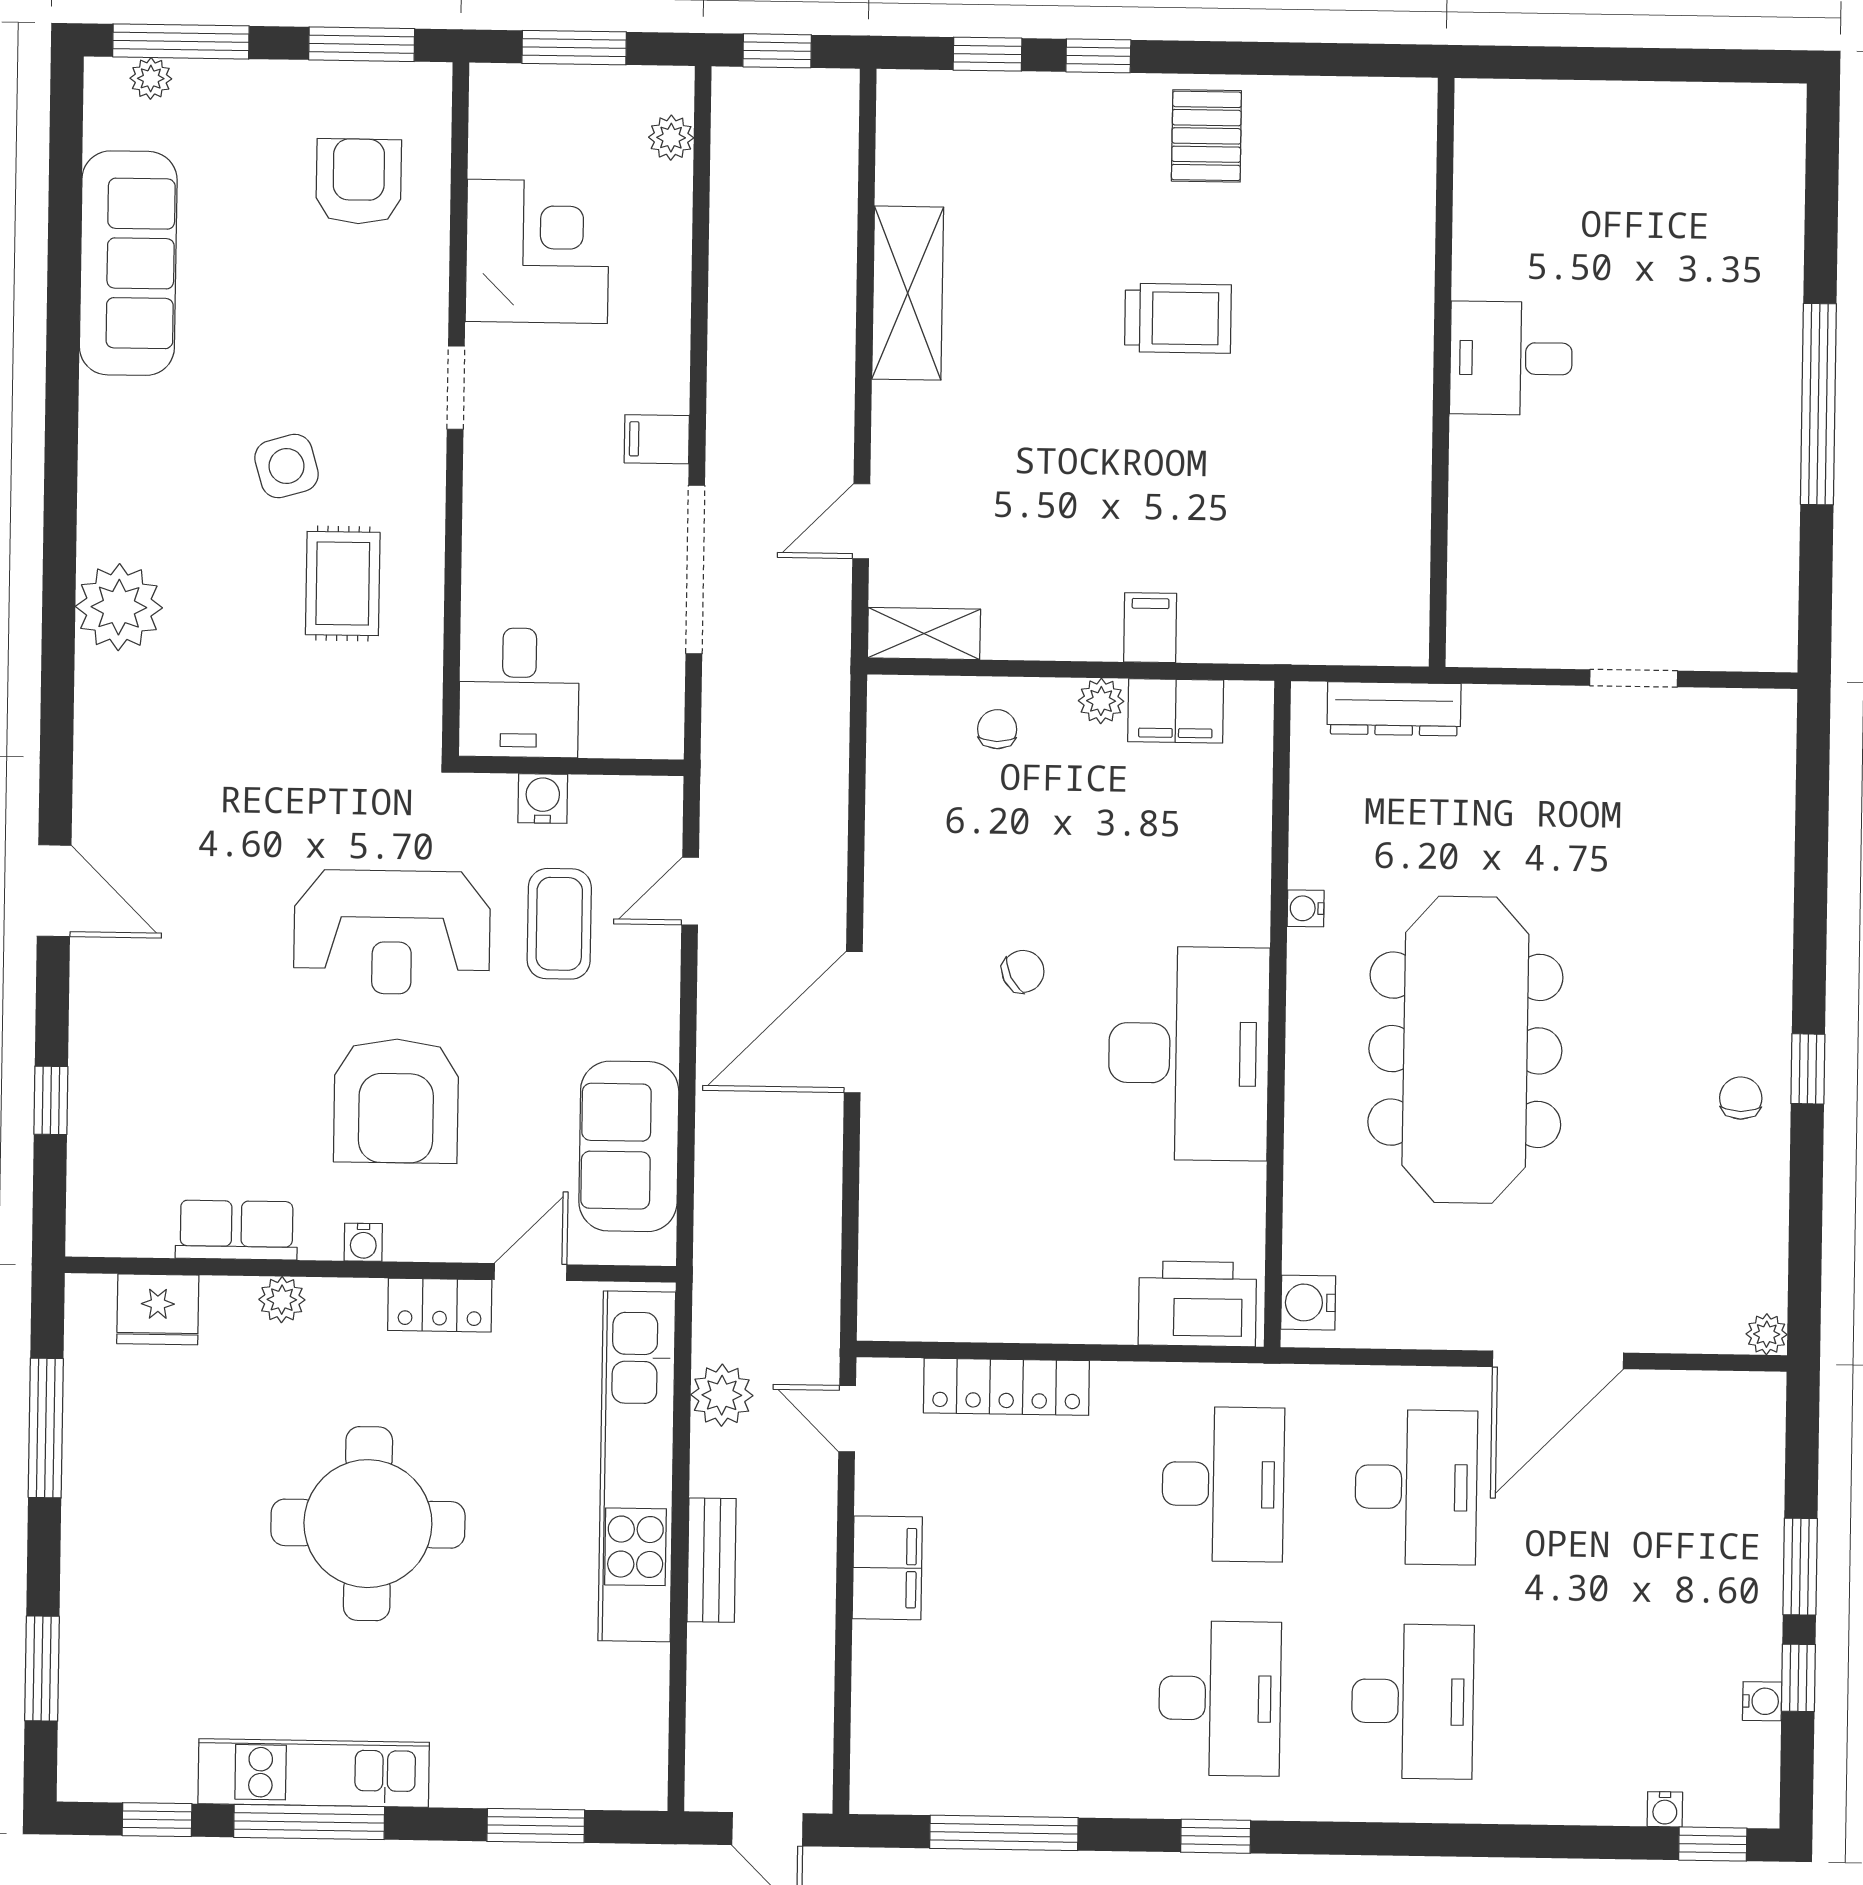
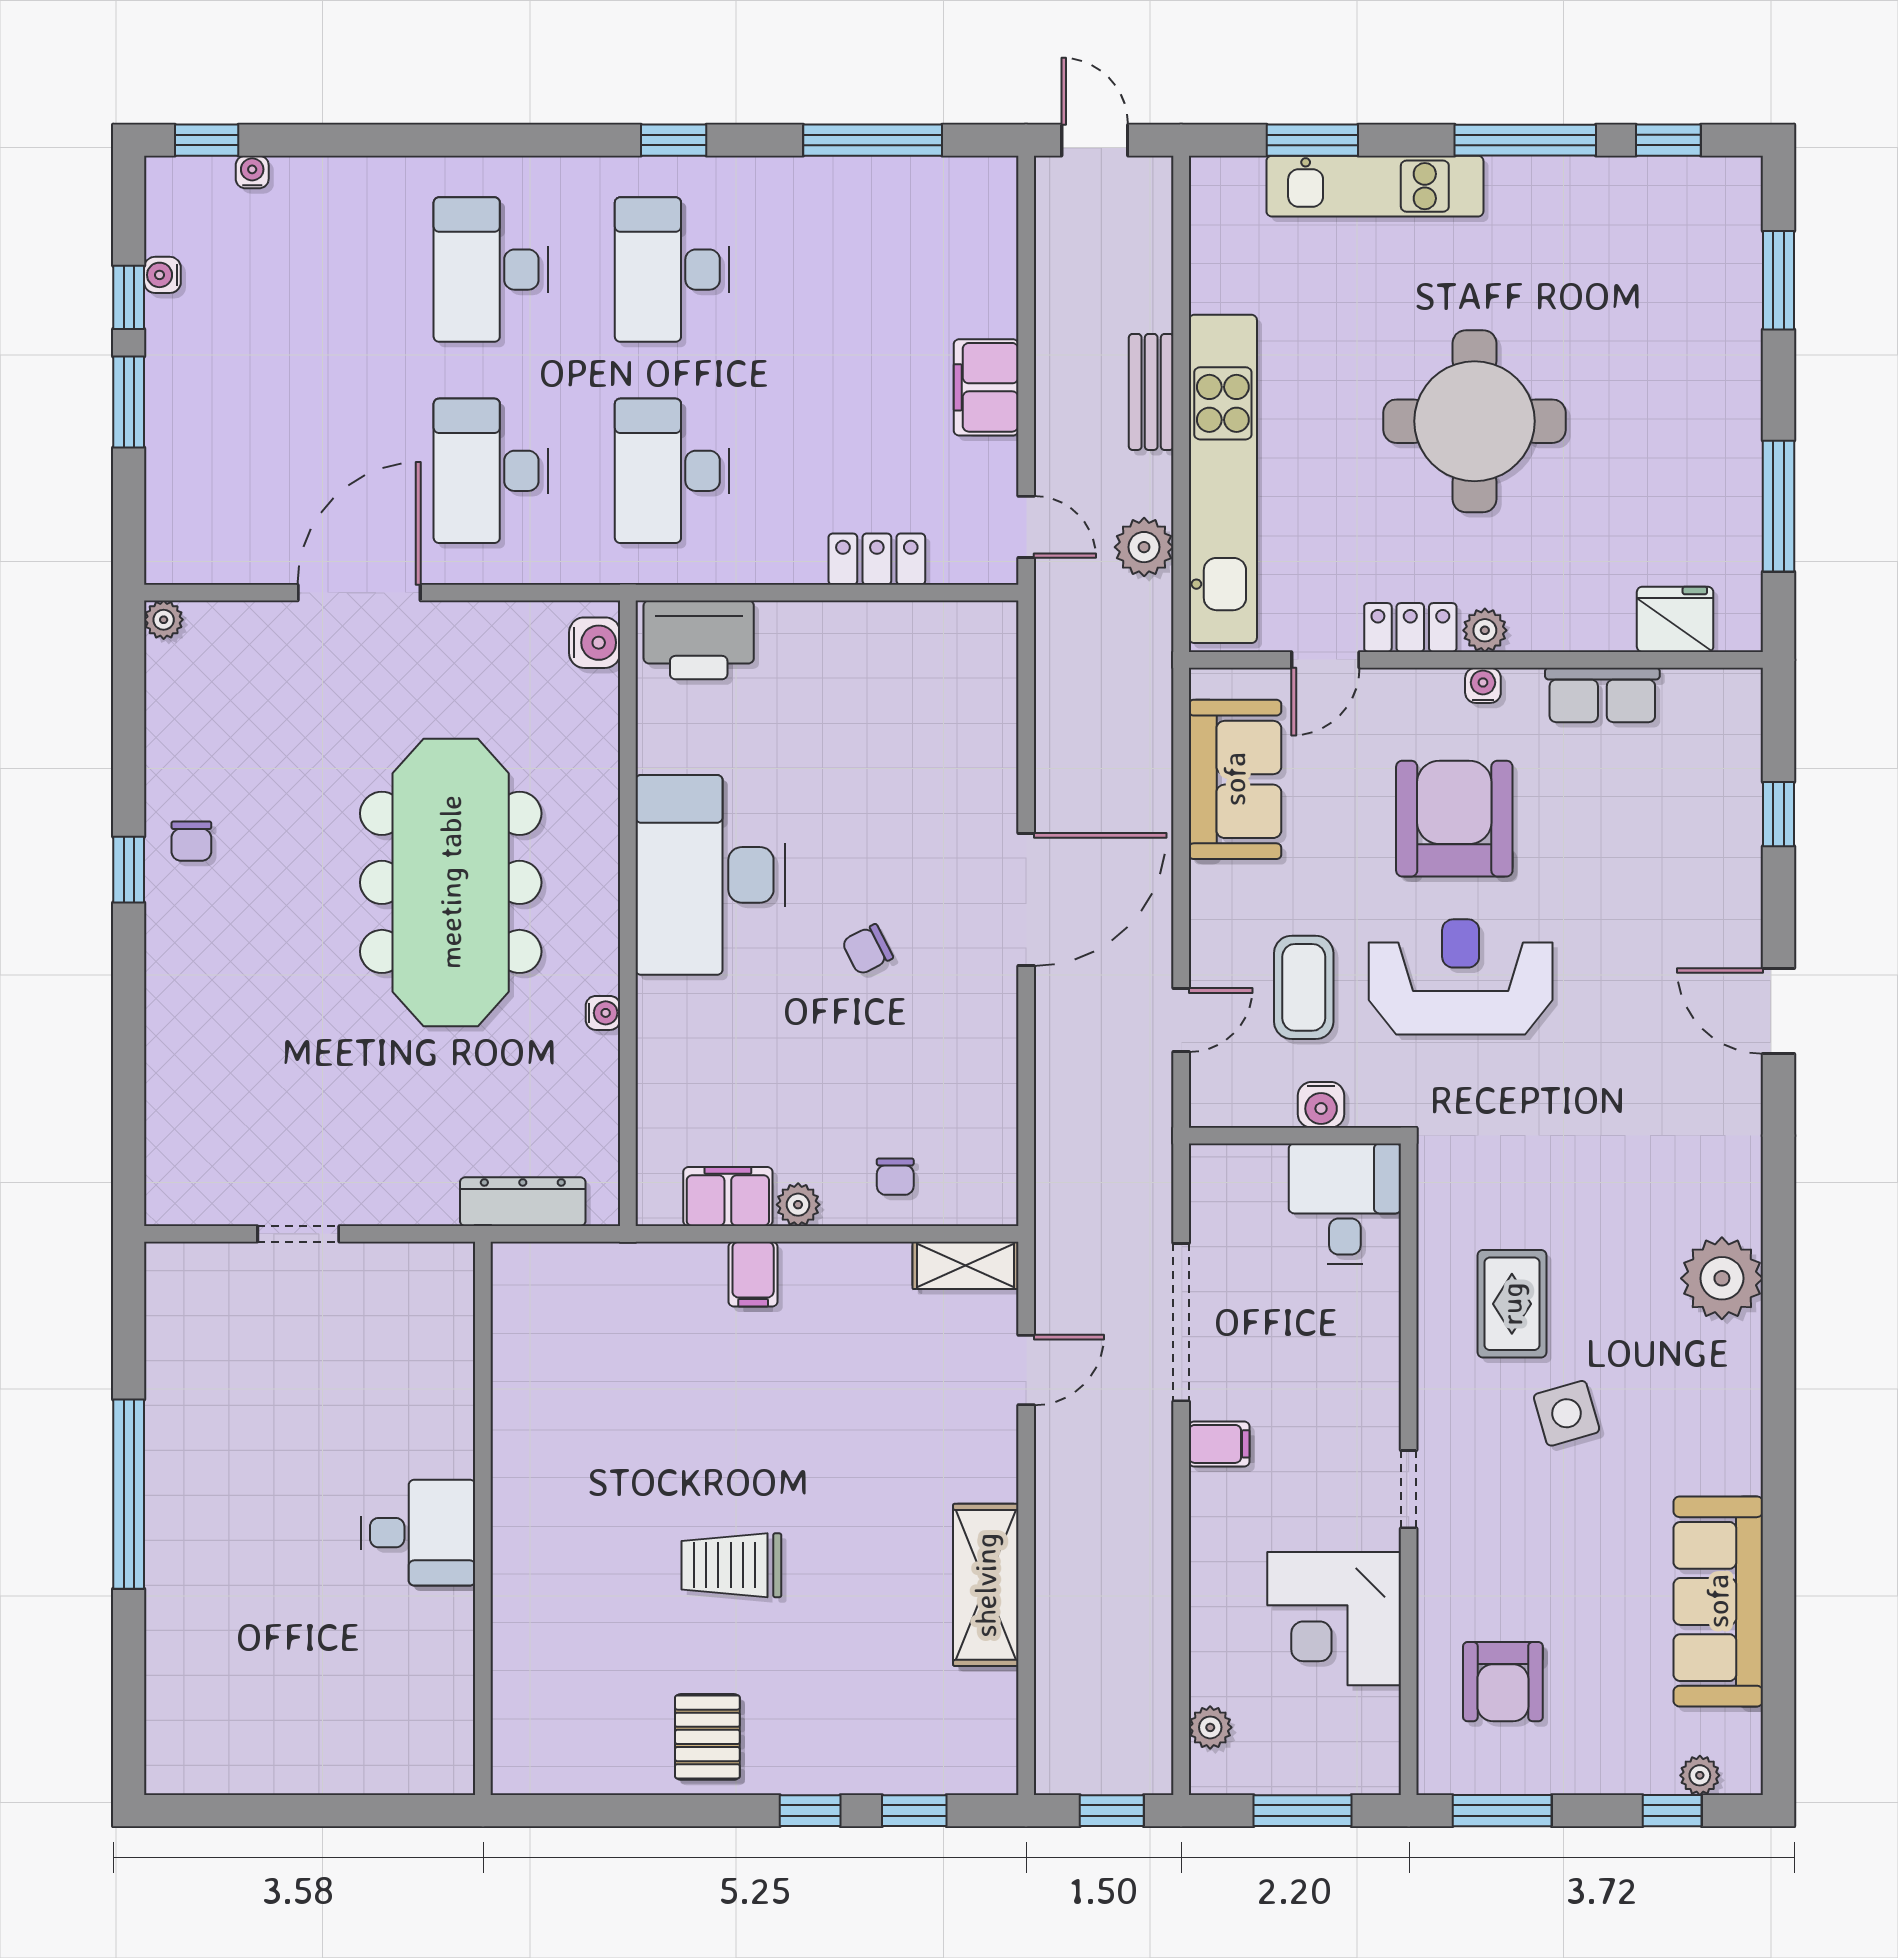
window: (181, 41) -> (1672, 1811), width x0.46
plant: (282, 1300) -> (1485, 630), moved
locker: (1006, 1387) -> (877, 559), width x0.66
kitchen unit: (314, 1773) -> (1375, 186), moved

